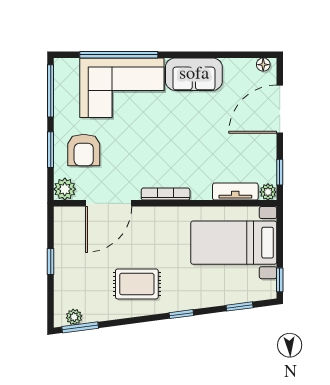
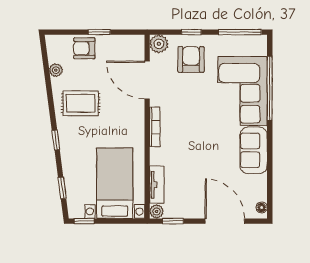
window: (51, 150) -> (191, 32), width x0.67
armchair: (84, 150) -> (191, 59), turned 90
armchair: (70, 280) -> (84, 48), added
rug: (137, 284) -> (81, 103), turned 90
plant: (74, 317) -> (56, 70), moved
window: (80, 327) -> (45, 57), removed

